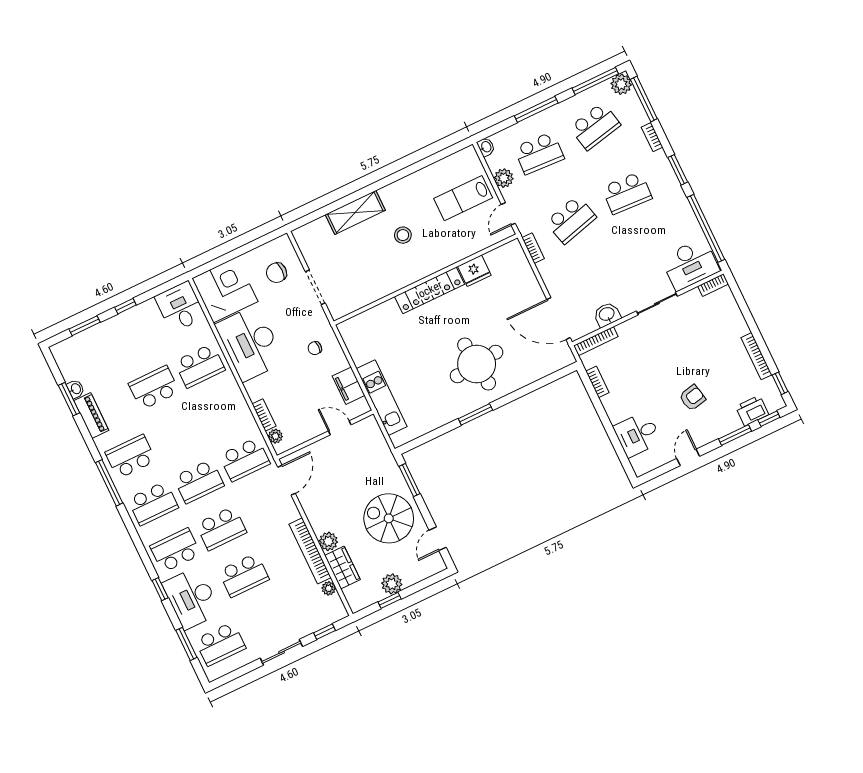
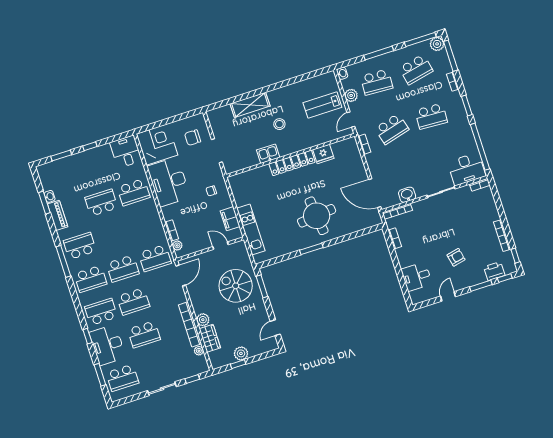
kitchen sink: (392, 281) -> (268, 154), added
spiral stairs: (389, 518) -> (236, 286), moved

